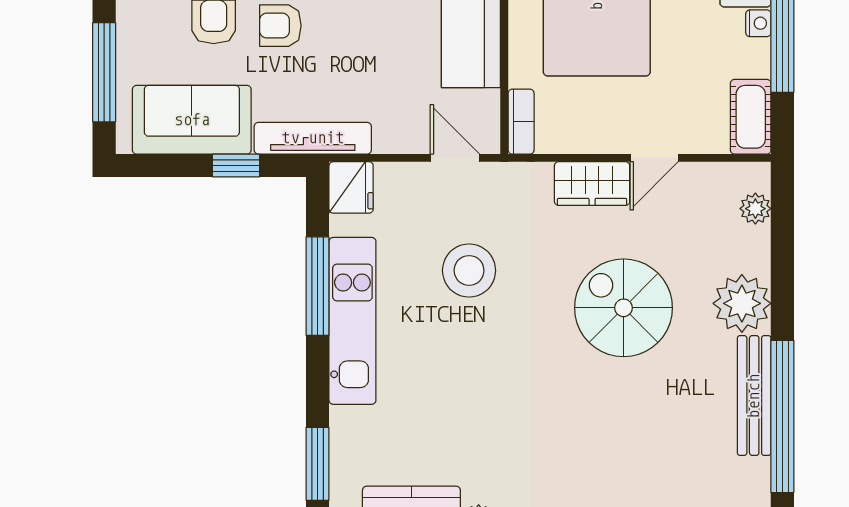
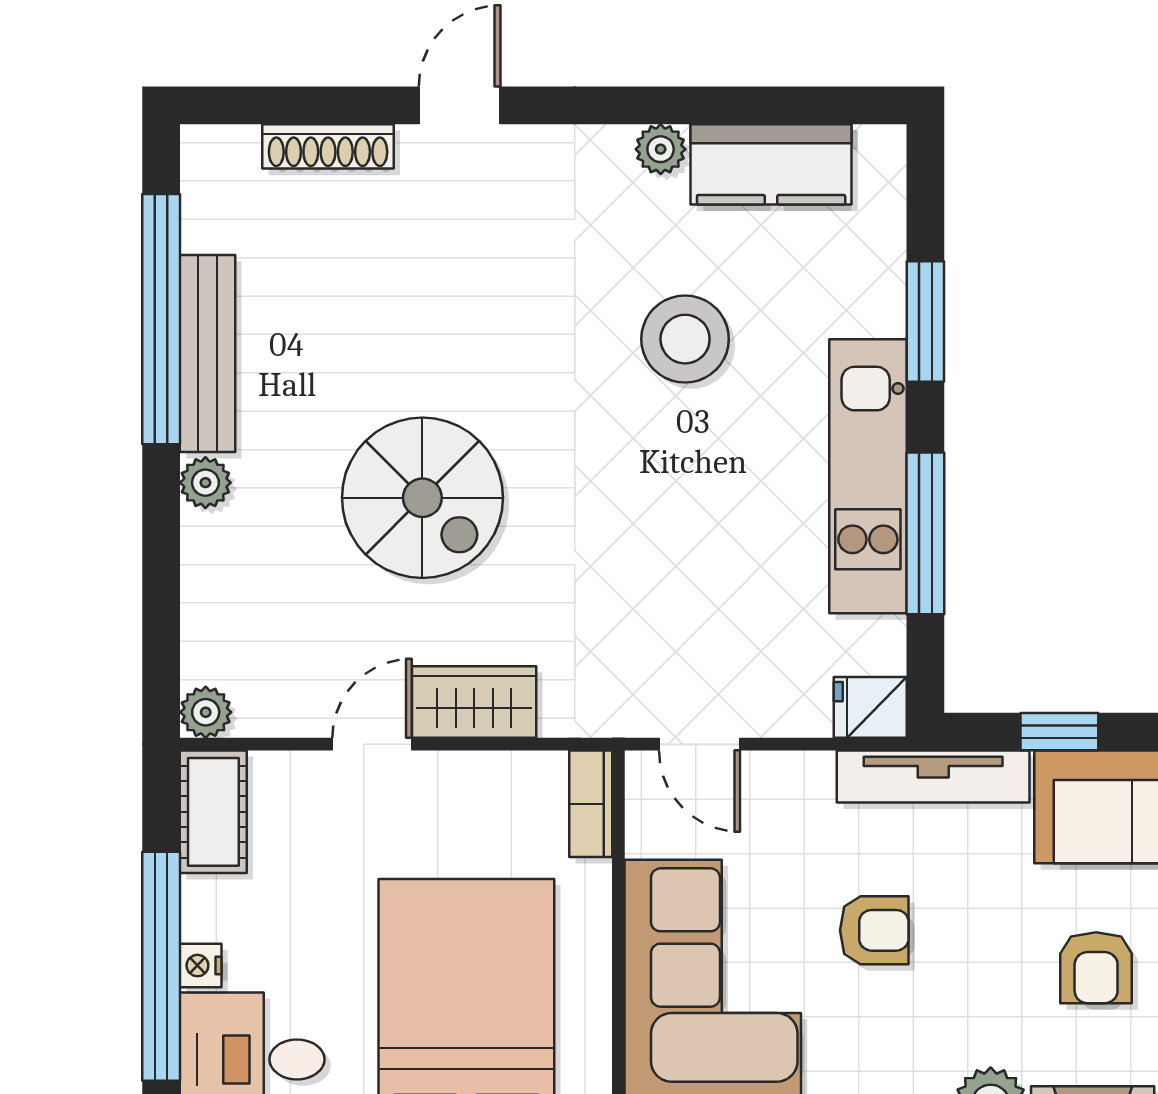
armchair: (280, 26) -> (874, 930), moved
fridge: (351, 187) -> (870, 707), width x0.72
plant: (755, 209) -> (206, 712), moved
stool: (469, 270) -> (685, 339), moved
plant: (742, 303) -> (205, 483), width x0.53, depth x0.53
window: (318, 464) -> (925, 321), moved

